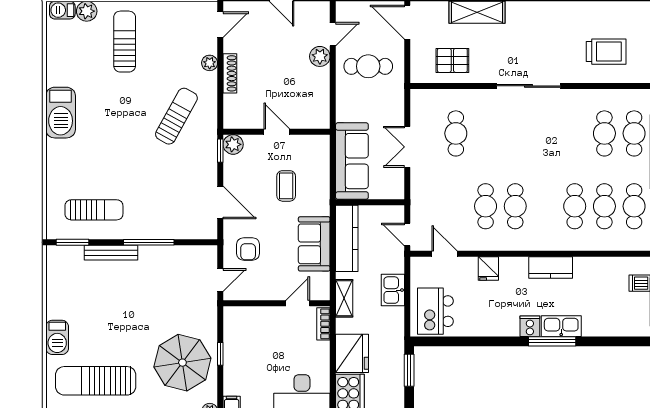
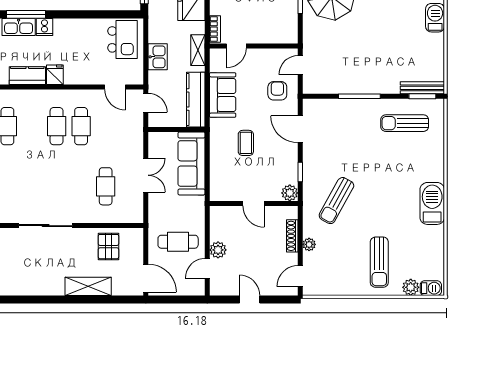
pallet: (452, 60) -> (108, 247), turned 90
door: (277, 132) -> (254, 203), moved
wall: (277, 132) -> (254, 203), moved
plant: (233, 144) -> (290, 193), moved
bench: (111, 253) -> (422, 88), moved
fridge: (488, 269) -> (55, 75), moved

